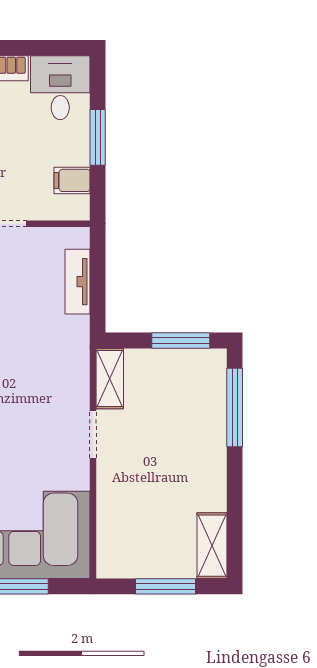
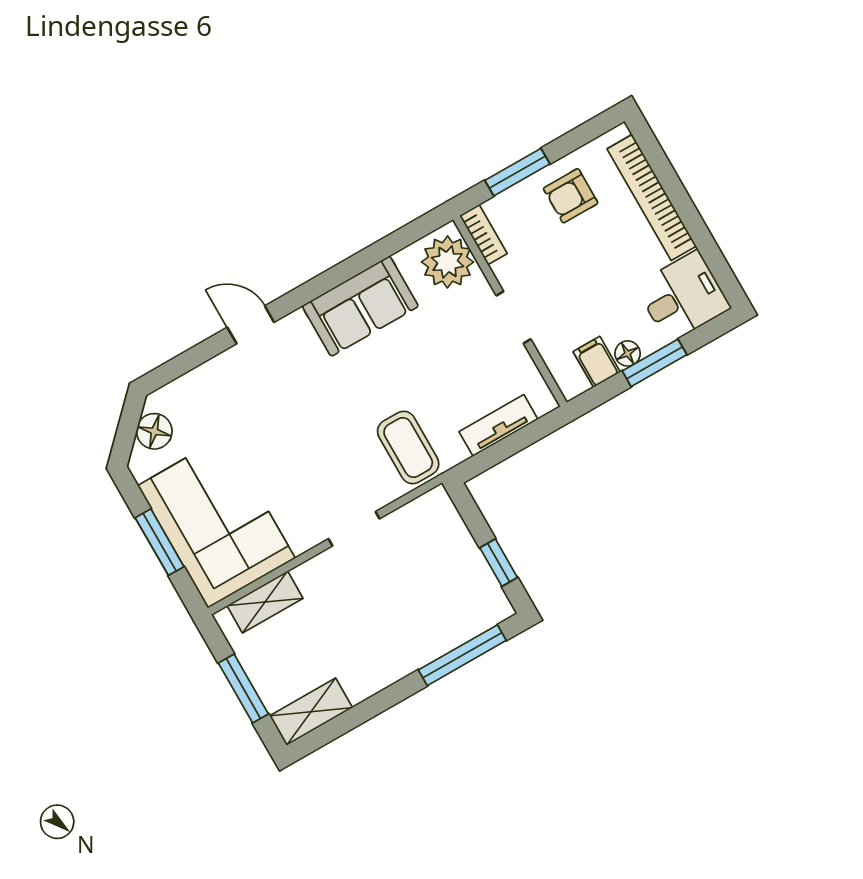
floor lamp: (79, 154) -> (628, 353), added
window: (181, 340) -> (499, 563), width x0.67
coffee table: (55, 359) -> (408, 447), added
shelving: (110, 379) -> (265, 602), moved

